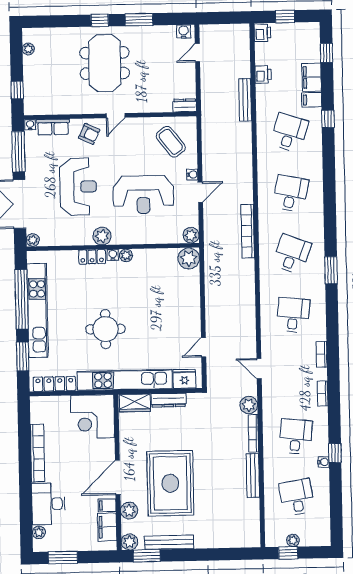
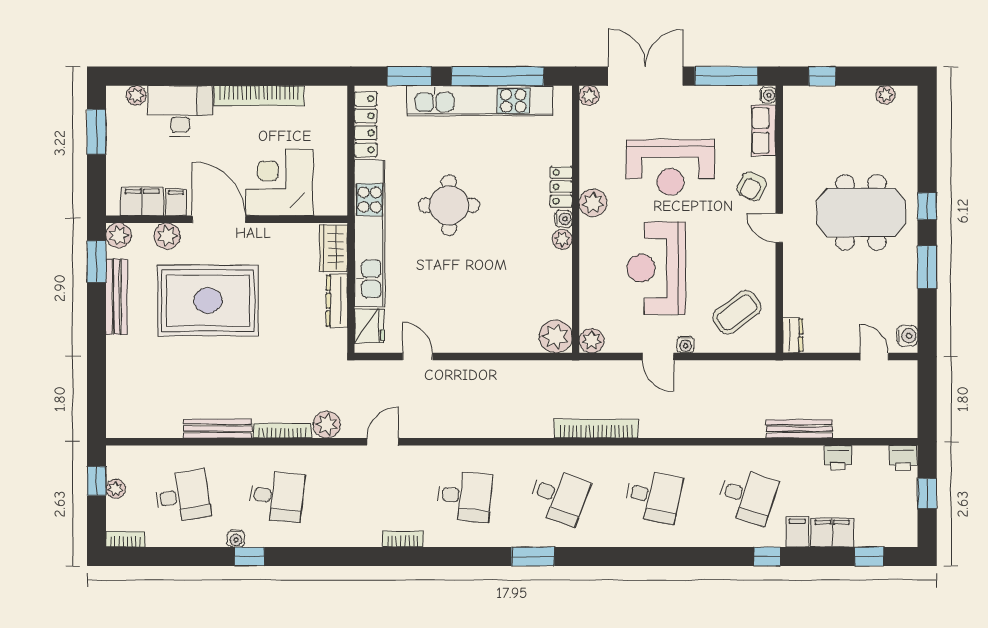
bookcase: (323, 394) -> (125, 539), moved
corner desk: (92, 417) -> (279, 182), moved

